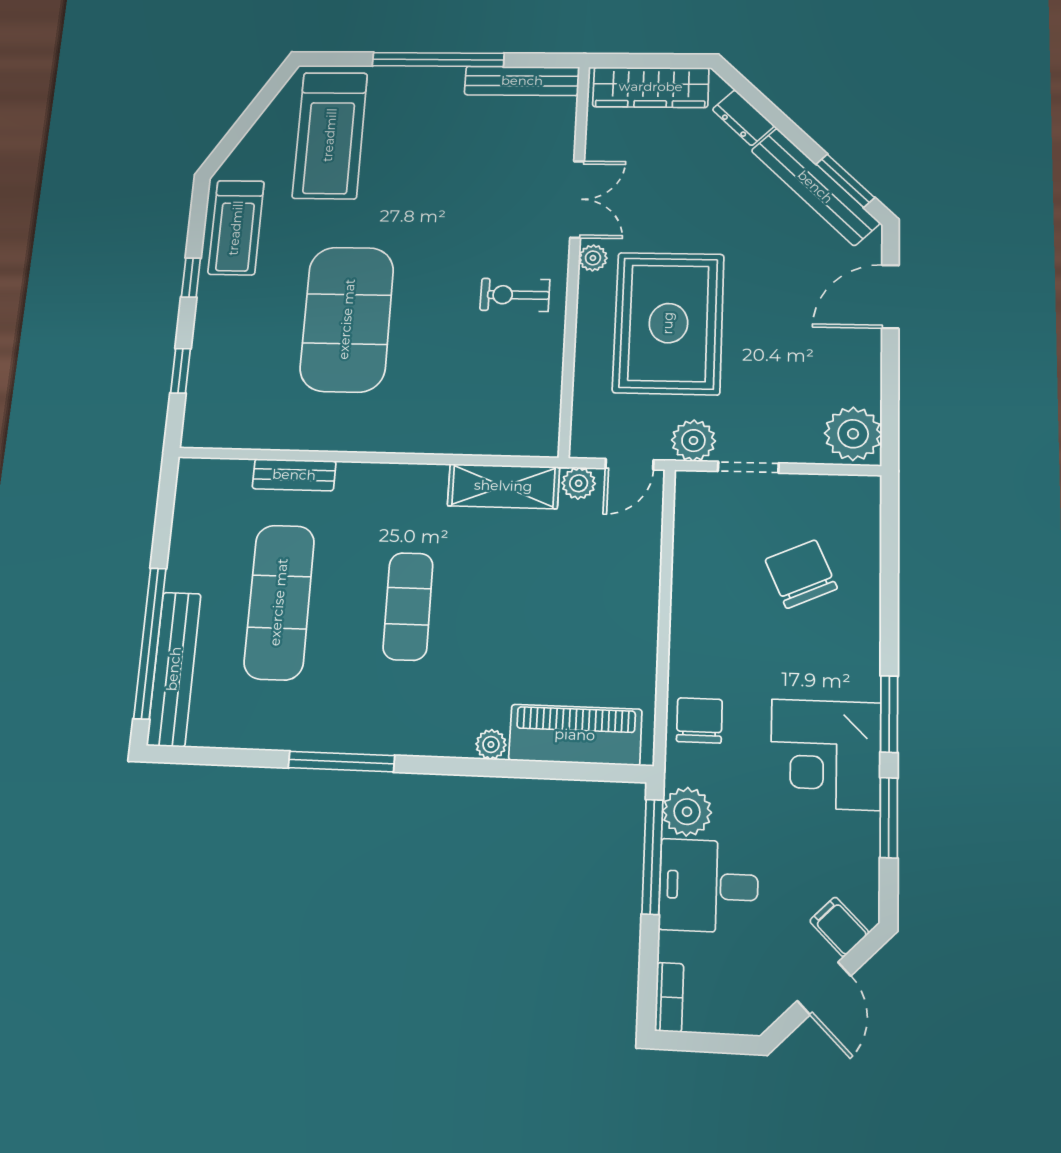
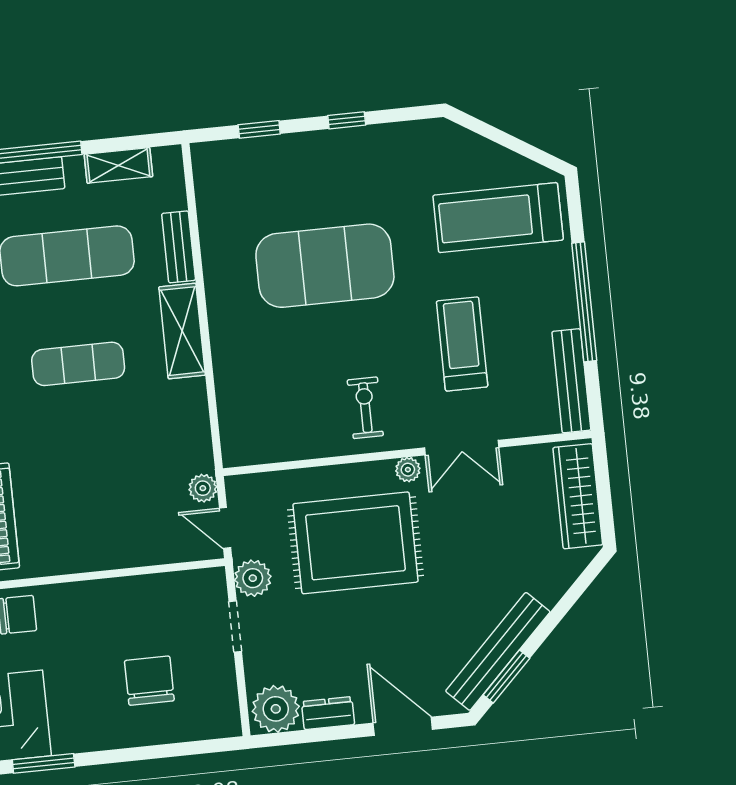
dresser: (743, 118) -> (328, 713), moved, turned 45
treadmill: (236, 228) -> (462, 344), moved, turned 90
shelving: (503, 486) -> (182, 331), moved
shelving: (187, 530) -> (118, 165), added
chair: (801, 574) -> (149, 681), turned -66

